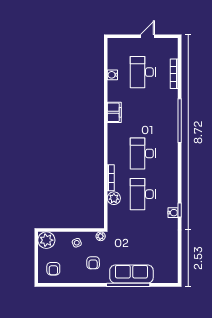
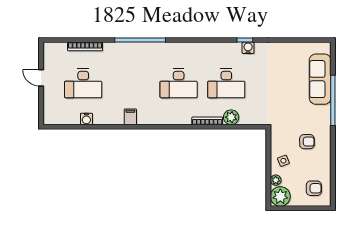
filing cabinet: (114, 112) -> (130, 117), width x0.50
plant: (101, 236) -> (276, 180), moved
sofa: (131, 274) -> (320, 79), moved

